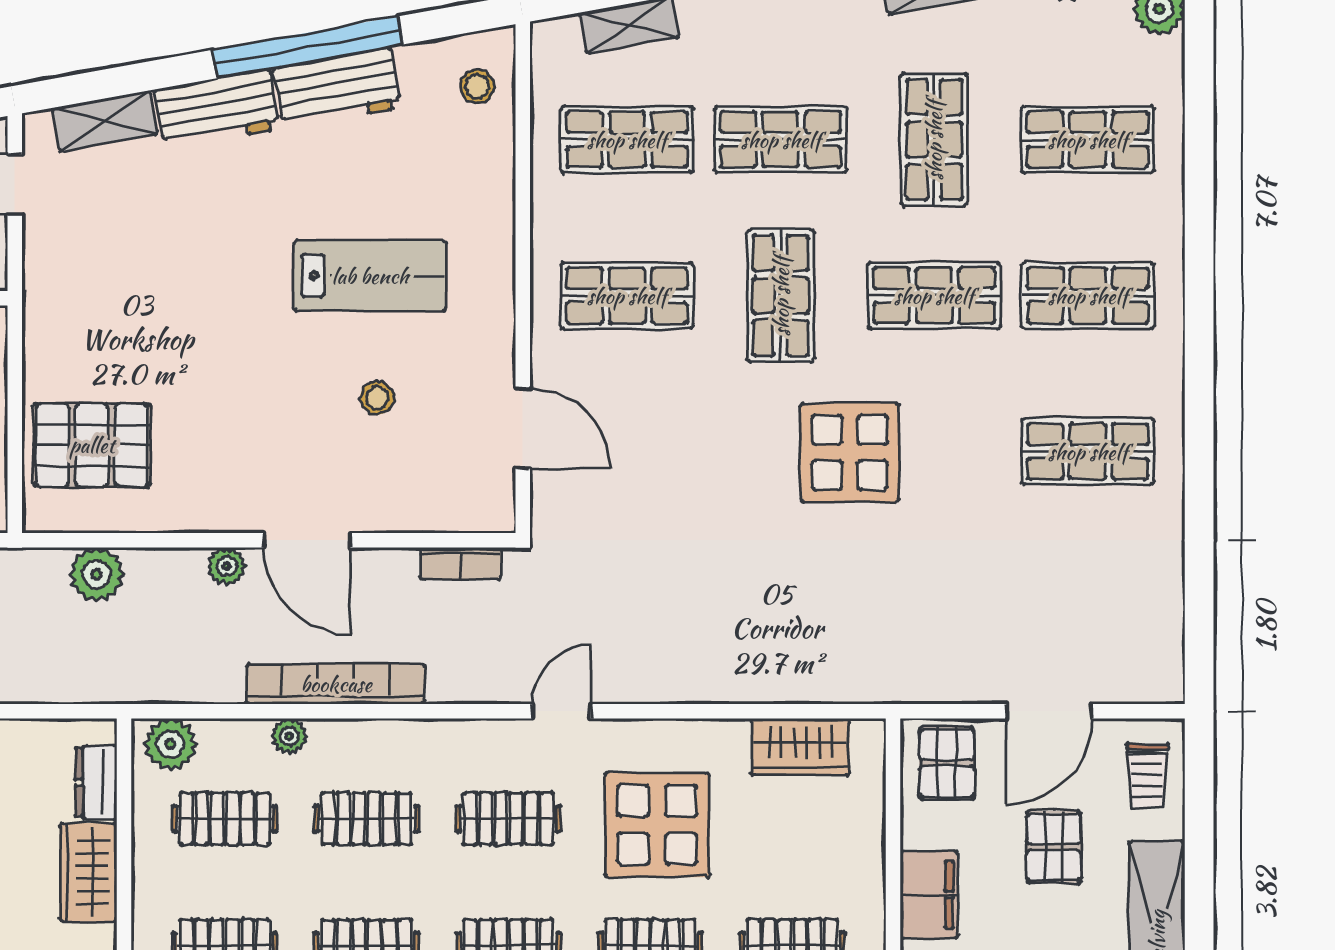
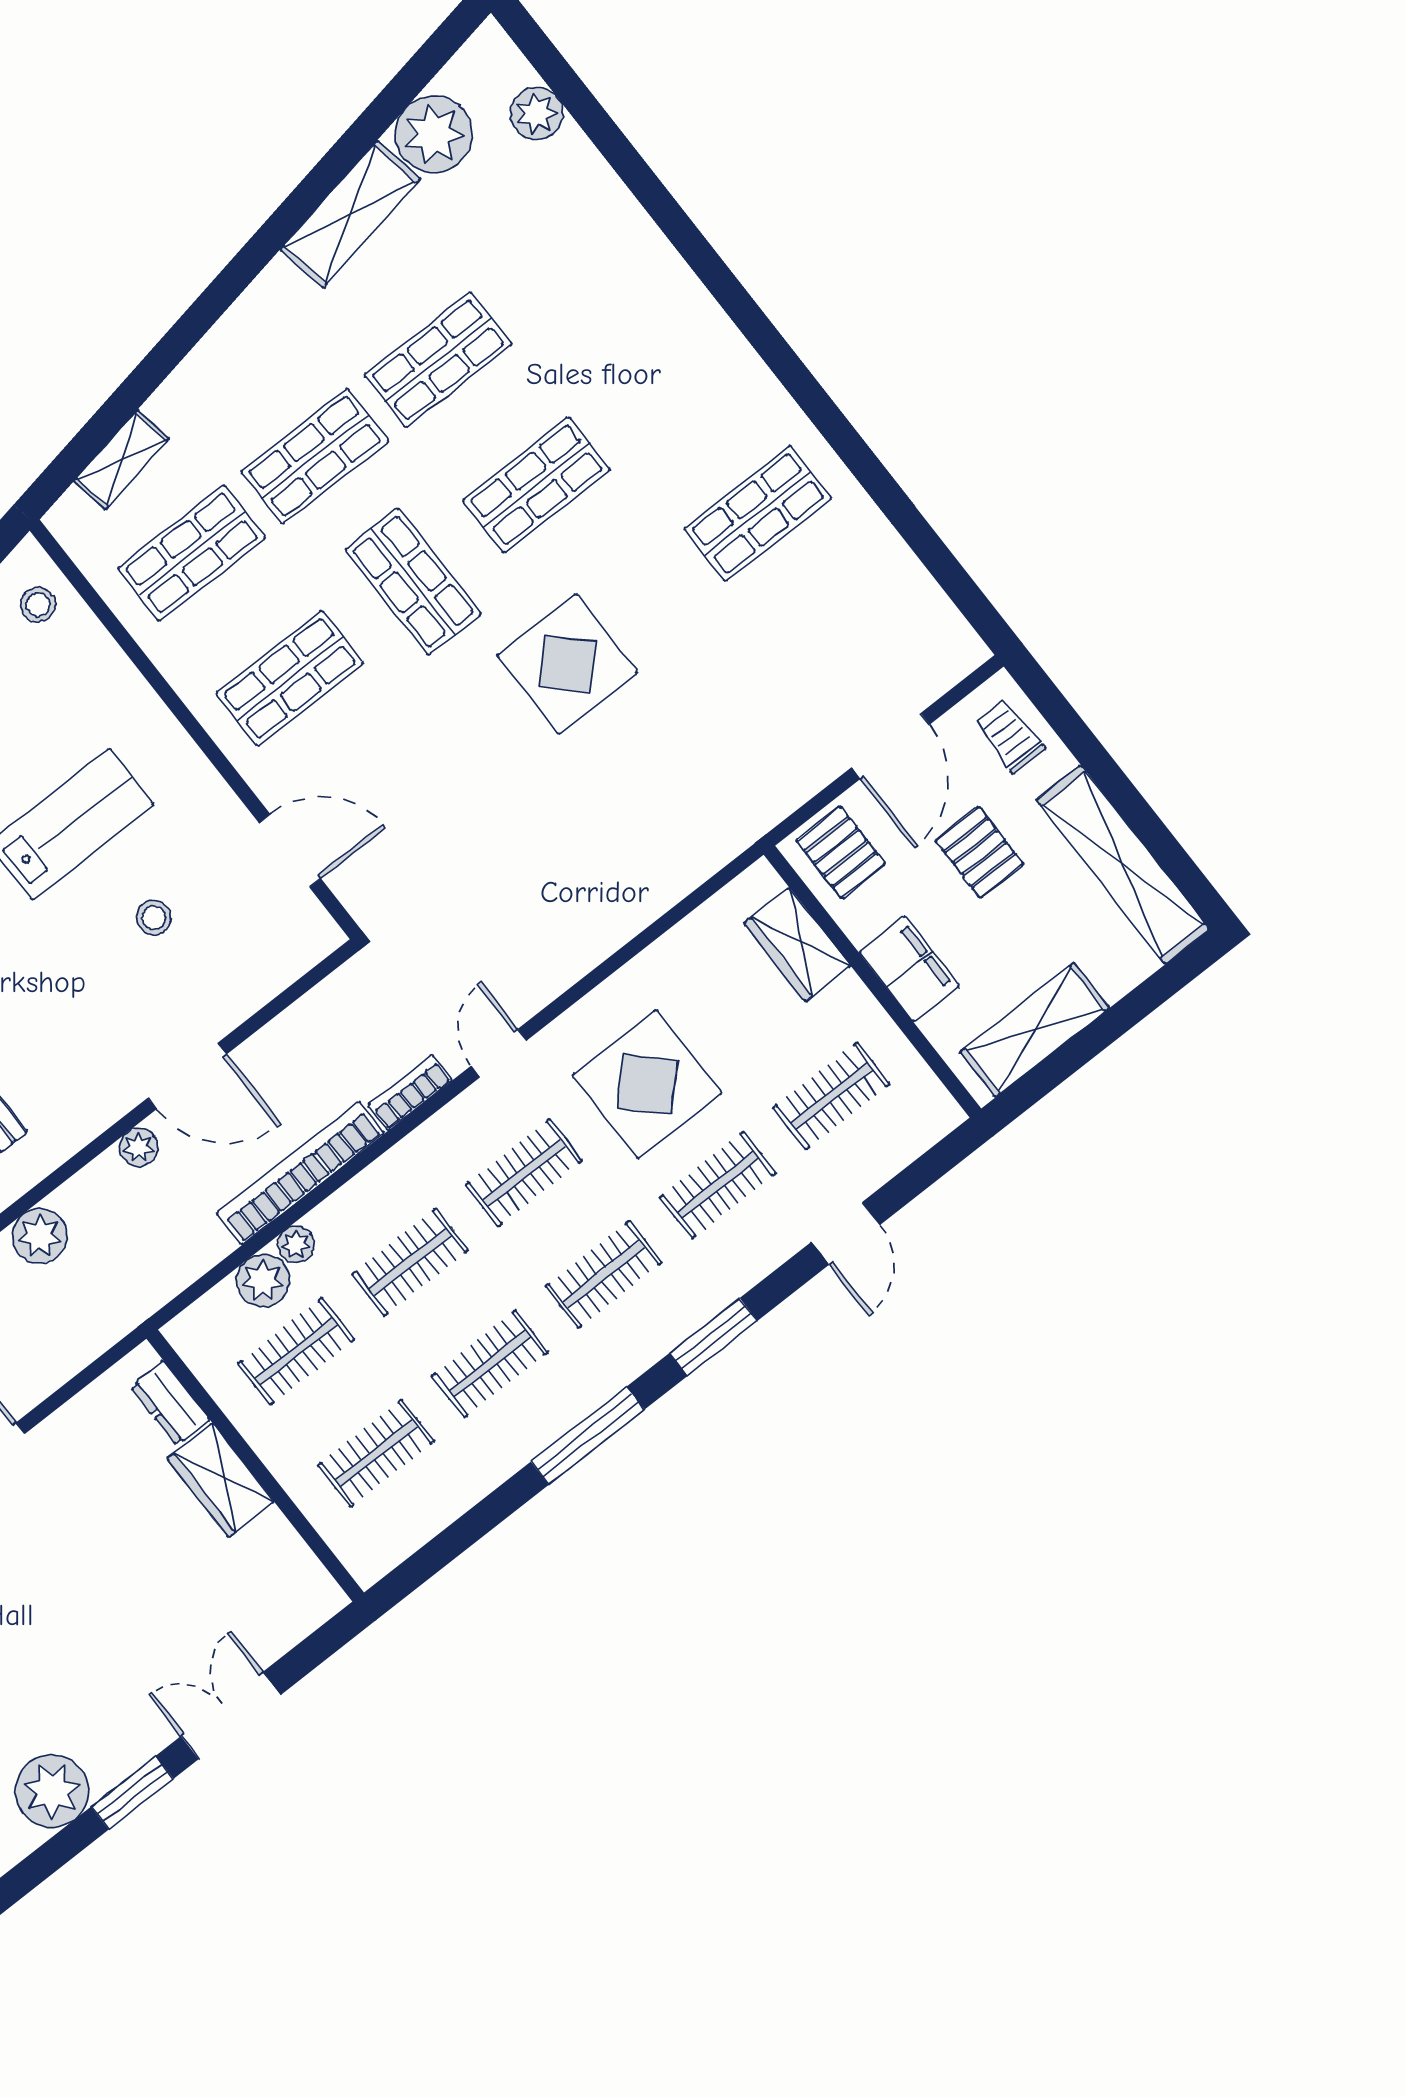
shop shelf: (934, 140) -> (438, 360), turned 90
shop shelf: (1088, 140) -> (561, 263), removed
shop shelf: (1088, 296) -> (660, 388), removed
bookcase: (460, 564) -> (410, 1093), moved, turned 180
plant: (170, 744) -> (263, 1281), moved
wardrobe: (800, 747) -> (797, 945), moved, turned 90
trolley: (1147, 776) -> (1010, 736), turned 180

